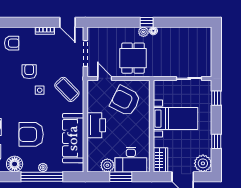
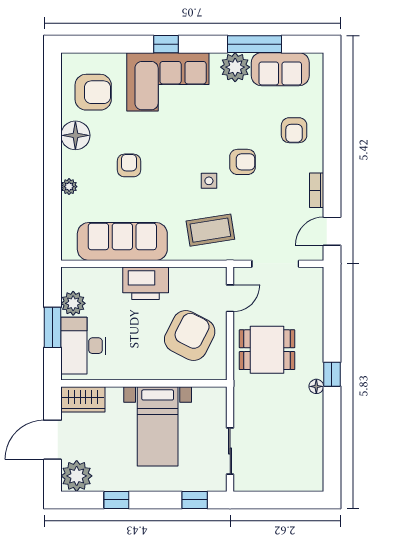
plant: (143, 32) -> (315, 369), removed
coffee table: (67, 89) -> (210, 230), turned 35
armchair: (31, 134) -> (129, 165), width x0.53, depth x0.53
window: (42, 177) -> (53, 185), removed

